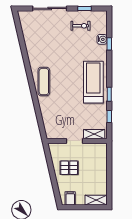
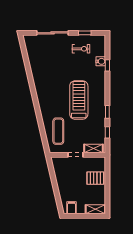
exercise mat: (44, 82) -> (58, 131), moved
treadmill: (93, 82) -> (79, 100), moved
pallet: (69, 168) -> (95, 178), moved

